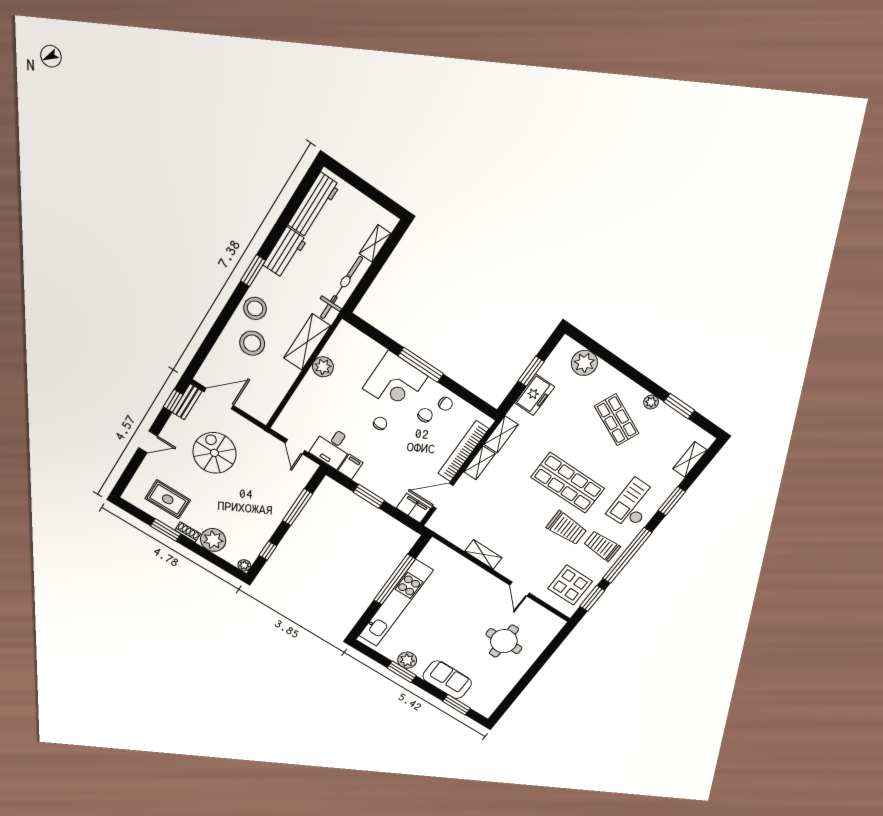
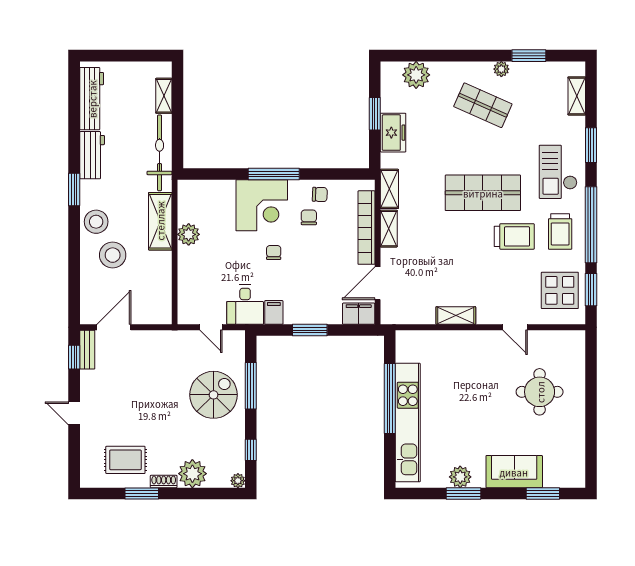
door: (148, 442) -> (74, 413), swing flipped
spiral stairs: (214, 453) -> (214, 395), moved, turned 90
trolley: (602, 546) -> (560, 231), turned -90

